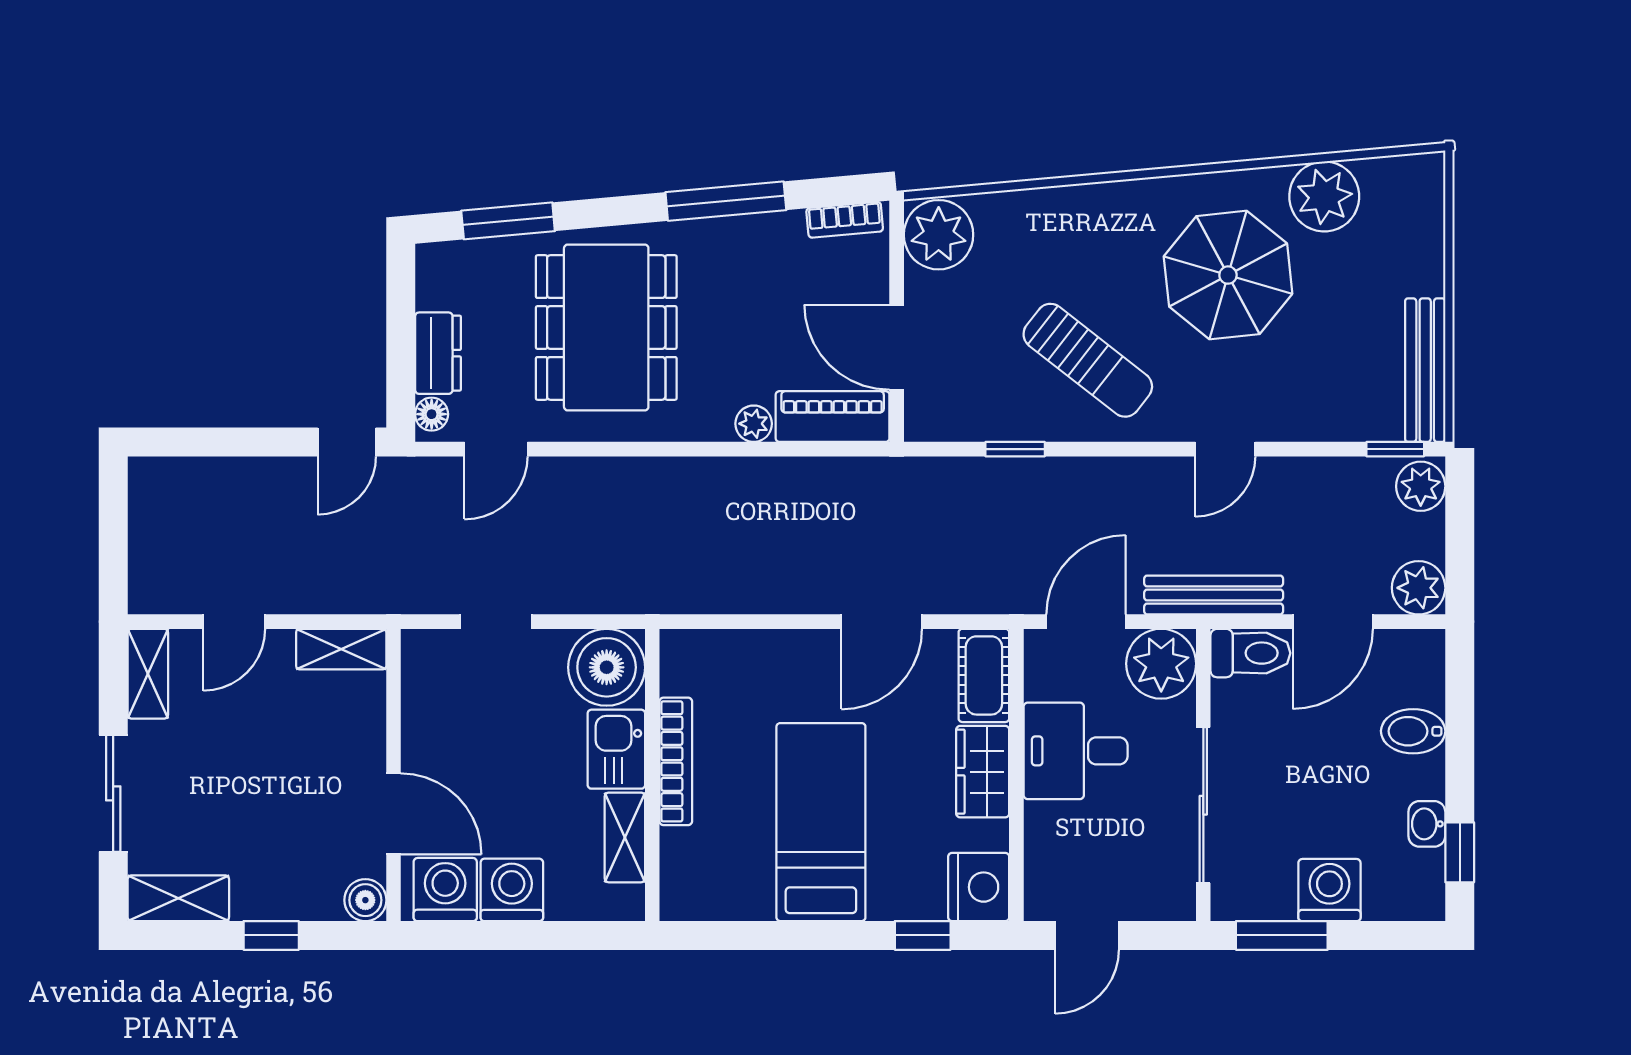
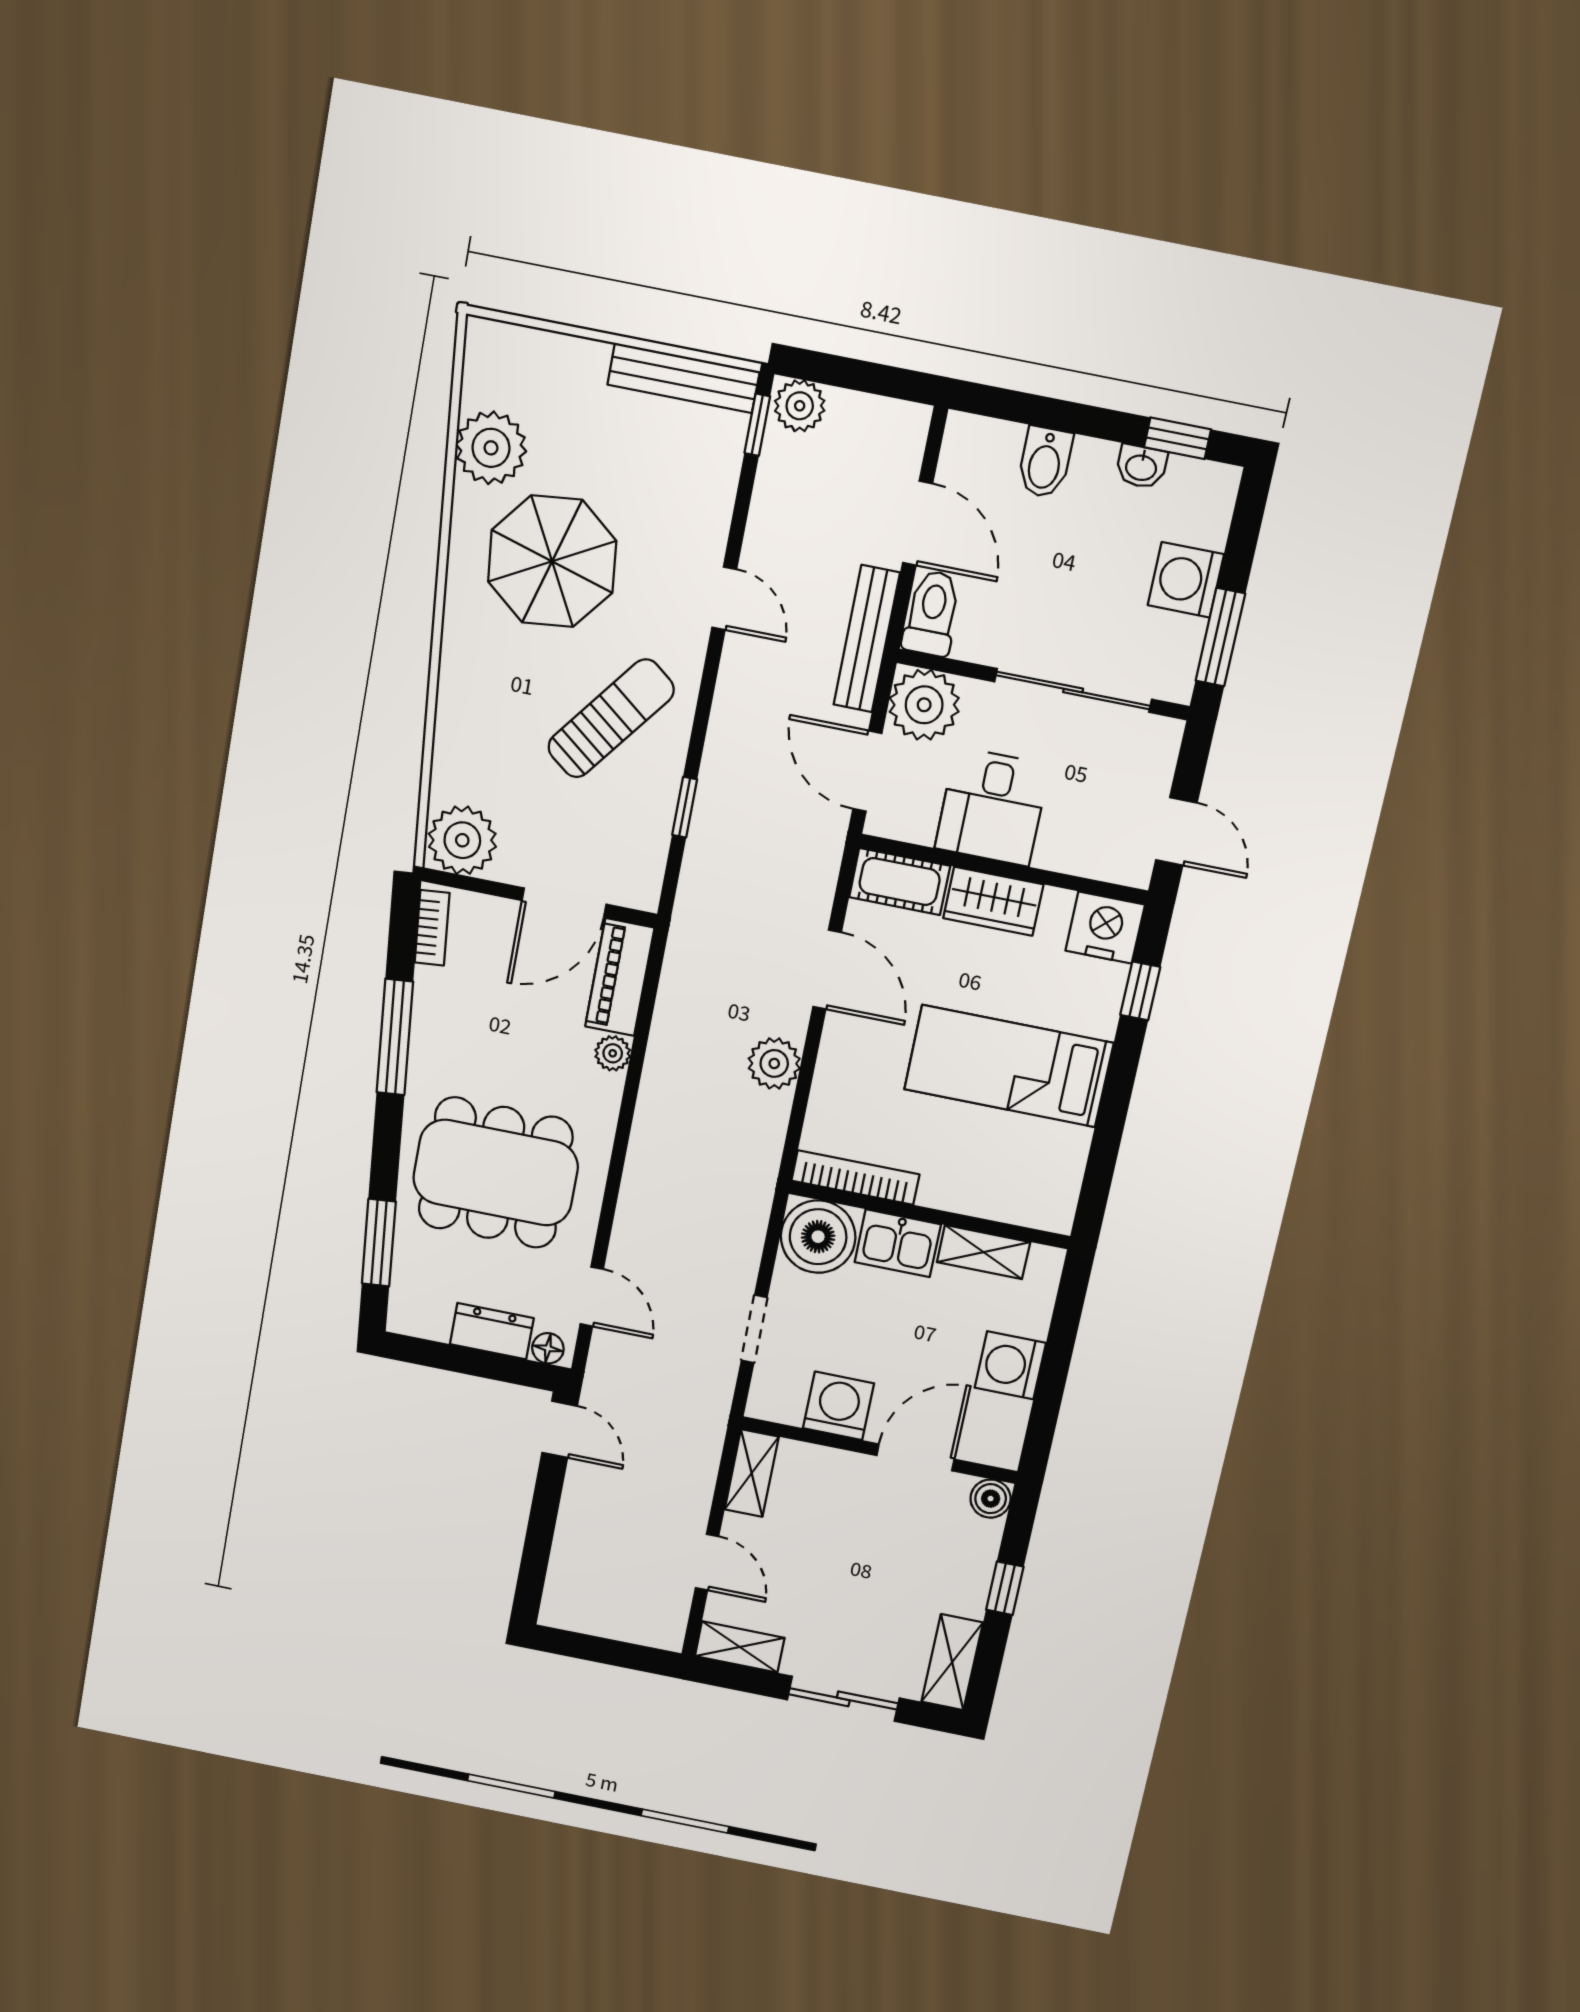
plant: (1419, 588) -> (774, 1063), moved
bookcase: (676, 761) -> (855, 1177), moved
washing machine: (445, 890) -> (838, 1406), moved, turned 90

